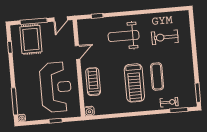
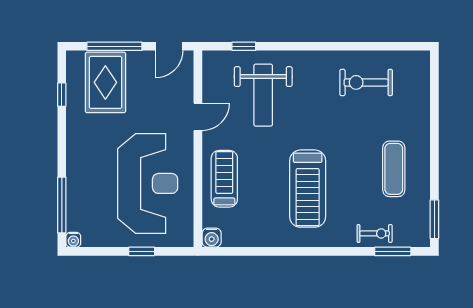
weight bench: (124, 36) -> (263, 95), moved, turned -90
exercise bike: (165, 37) -> (366, 82), moved
exercise mat: (157, 77) -> (394, 169), moved

